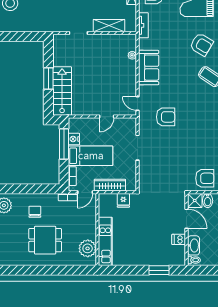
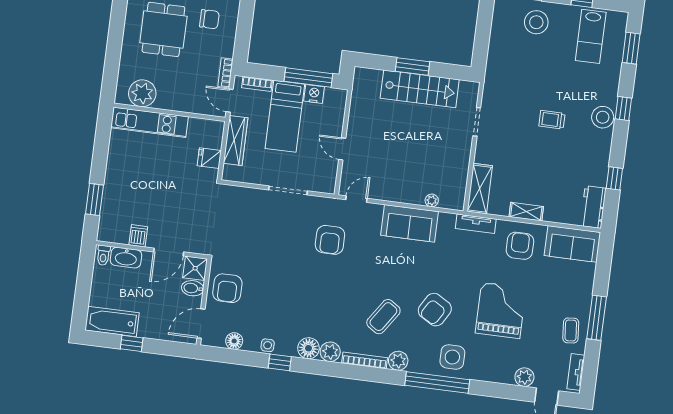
shelving: (109, 26) -> (480, 189), moved
stairs: (62, 91) -> (420, 89), moved

